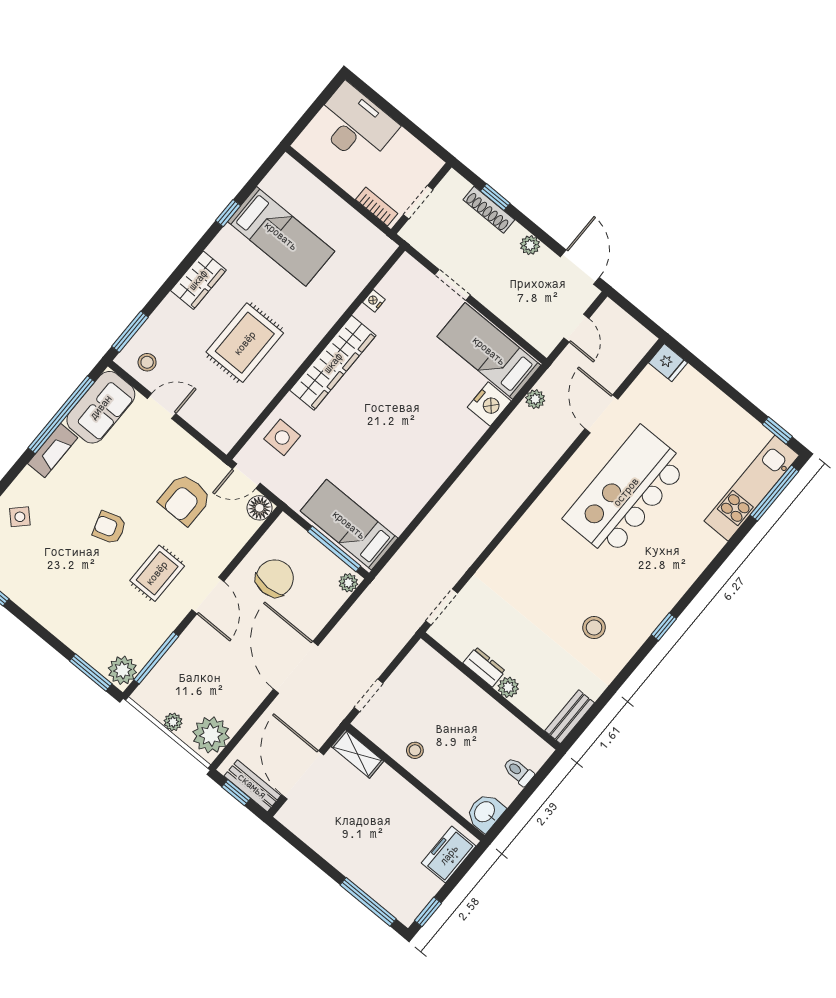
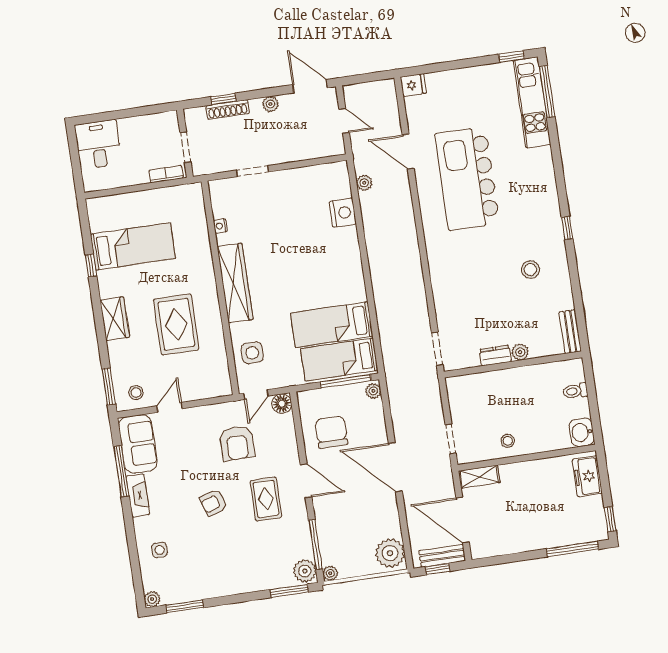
desk: (355, 125) -> (98, 144), width x0.73
bed: (489, 351) -> (332, 325), moved
window: (61, 415) -> (121, 471), width x0.68
side table: (20, 517) -> (160, 550), turned 45
plant: (173, 722) -> (330, 573), moved

